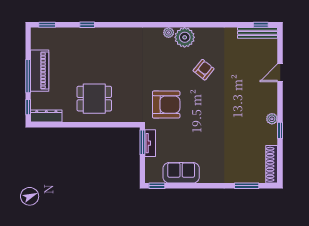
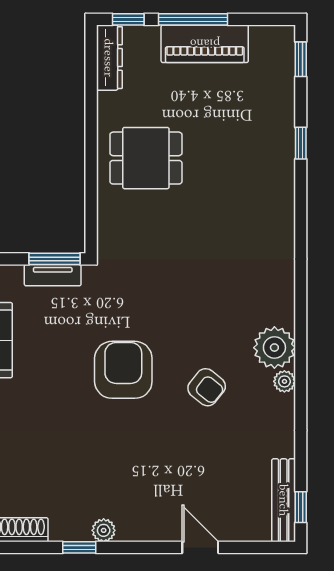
plant: (169, 33) -> (284, 381), moved
dining table: (94, 99) -> (146, 158), turned 90
armchair: (166, 105) -> (123, 370), moved, turned 180

